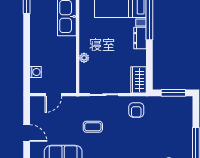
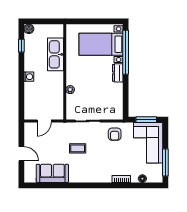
washing machine: (36, 72) -> (29, 77), moved
wardrobe: (138, 80) -> (116, 108), removed
corner sofa: (176, 120) -> (148, 143), added

